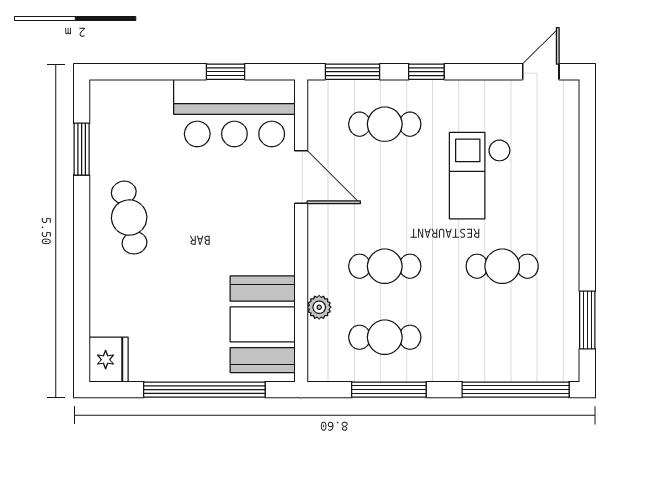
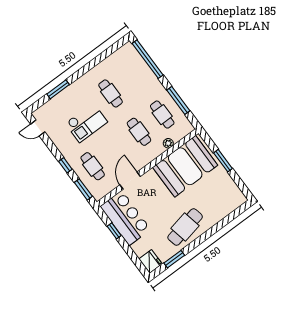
cafe table: (129, 218) -> (185, 227), width x1.37, depth x1.35
window: (587, 320) -> (58, 89), moved
booth: (263, 324) -> (185, 166), width x1.36, depth x1.42
fridge: (109, 360) -> (150, 261), moved, turned 90
window: (204, 390) -> (223, 161), width x0.47

